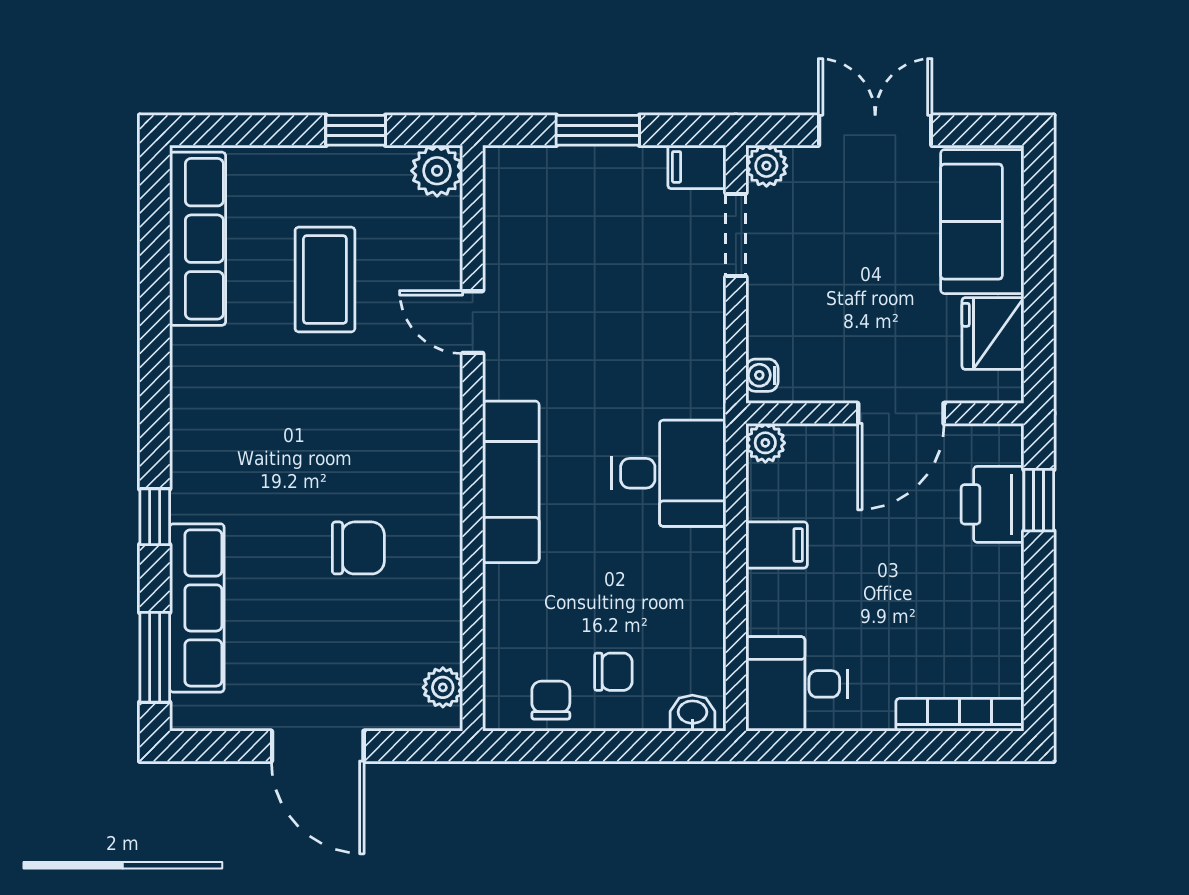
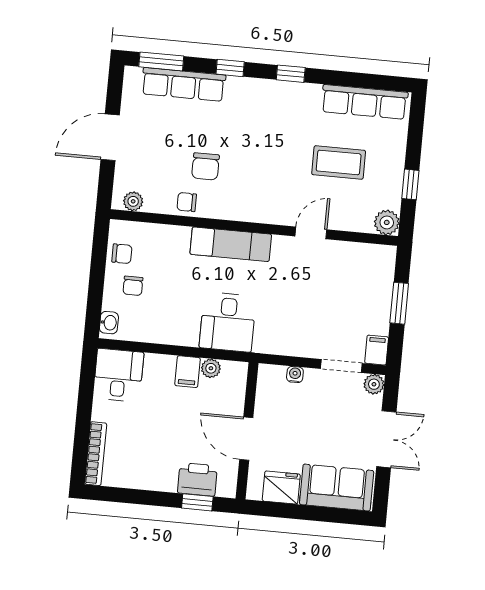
water cooler: (762, 375) -> (295, 375), moved
window: (155, 393) -> (291, 74), added
plant: (765, 443) -> (211, 368), moved
chair: (434, 579) -> (187, 202), added

